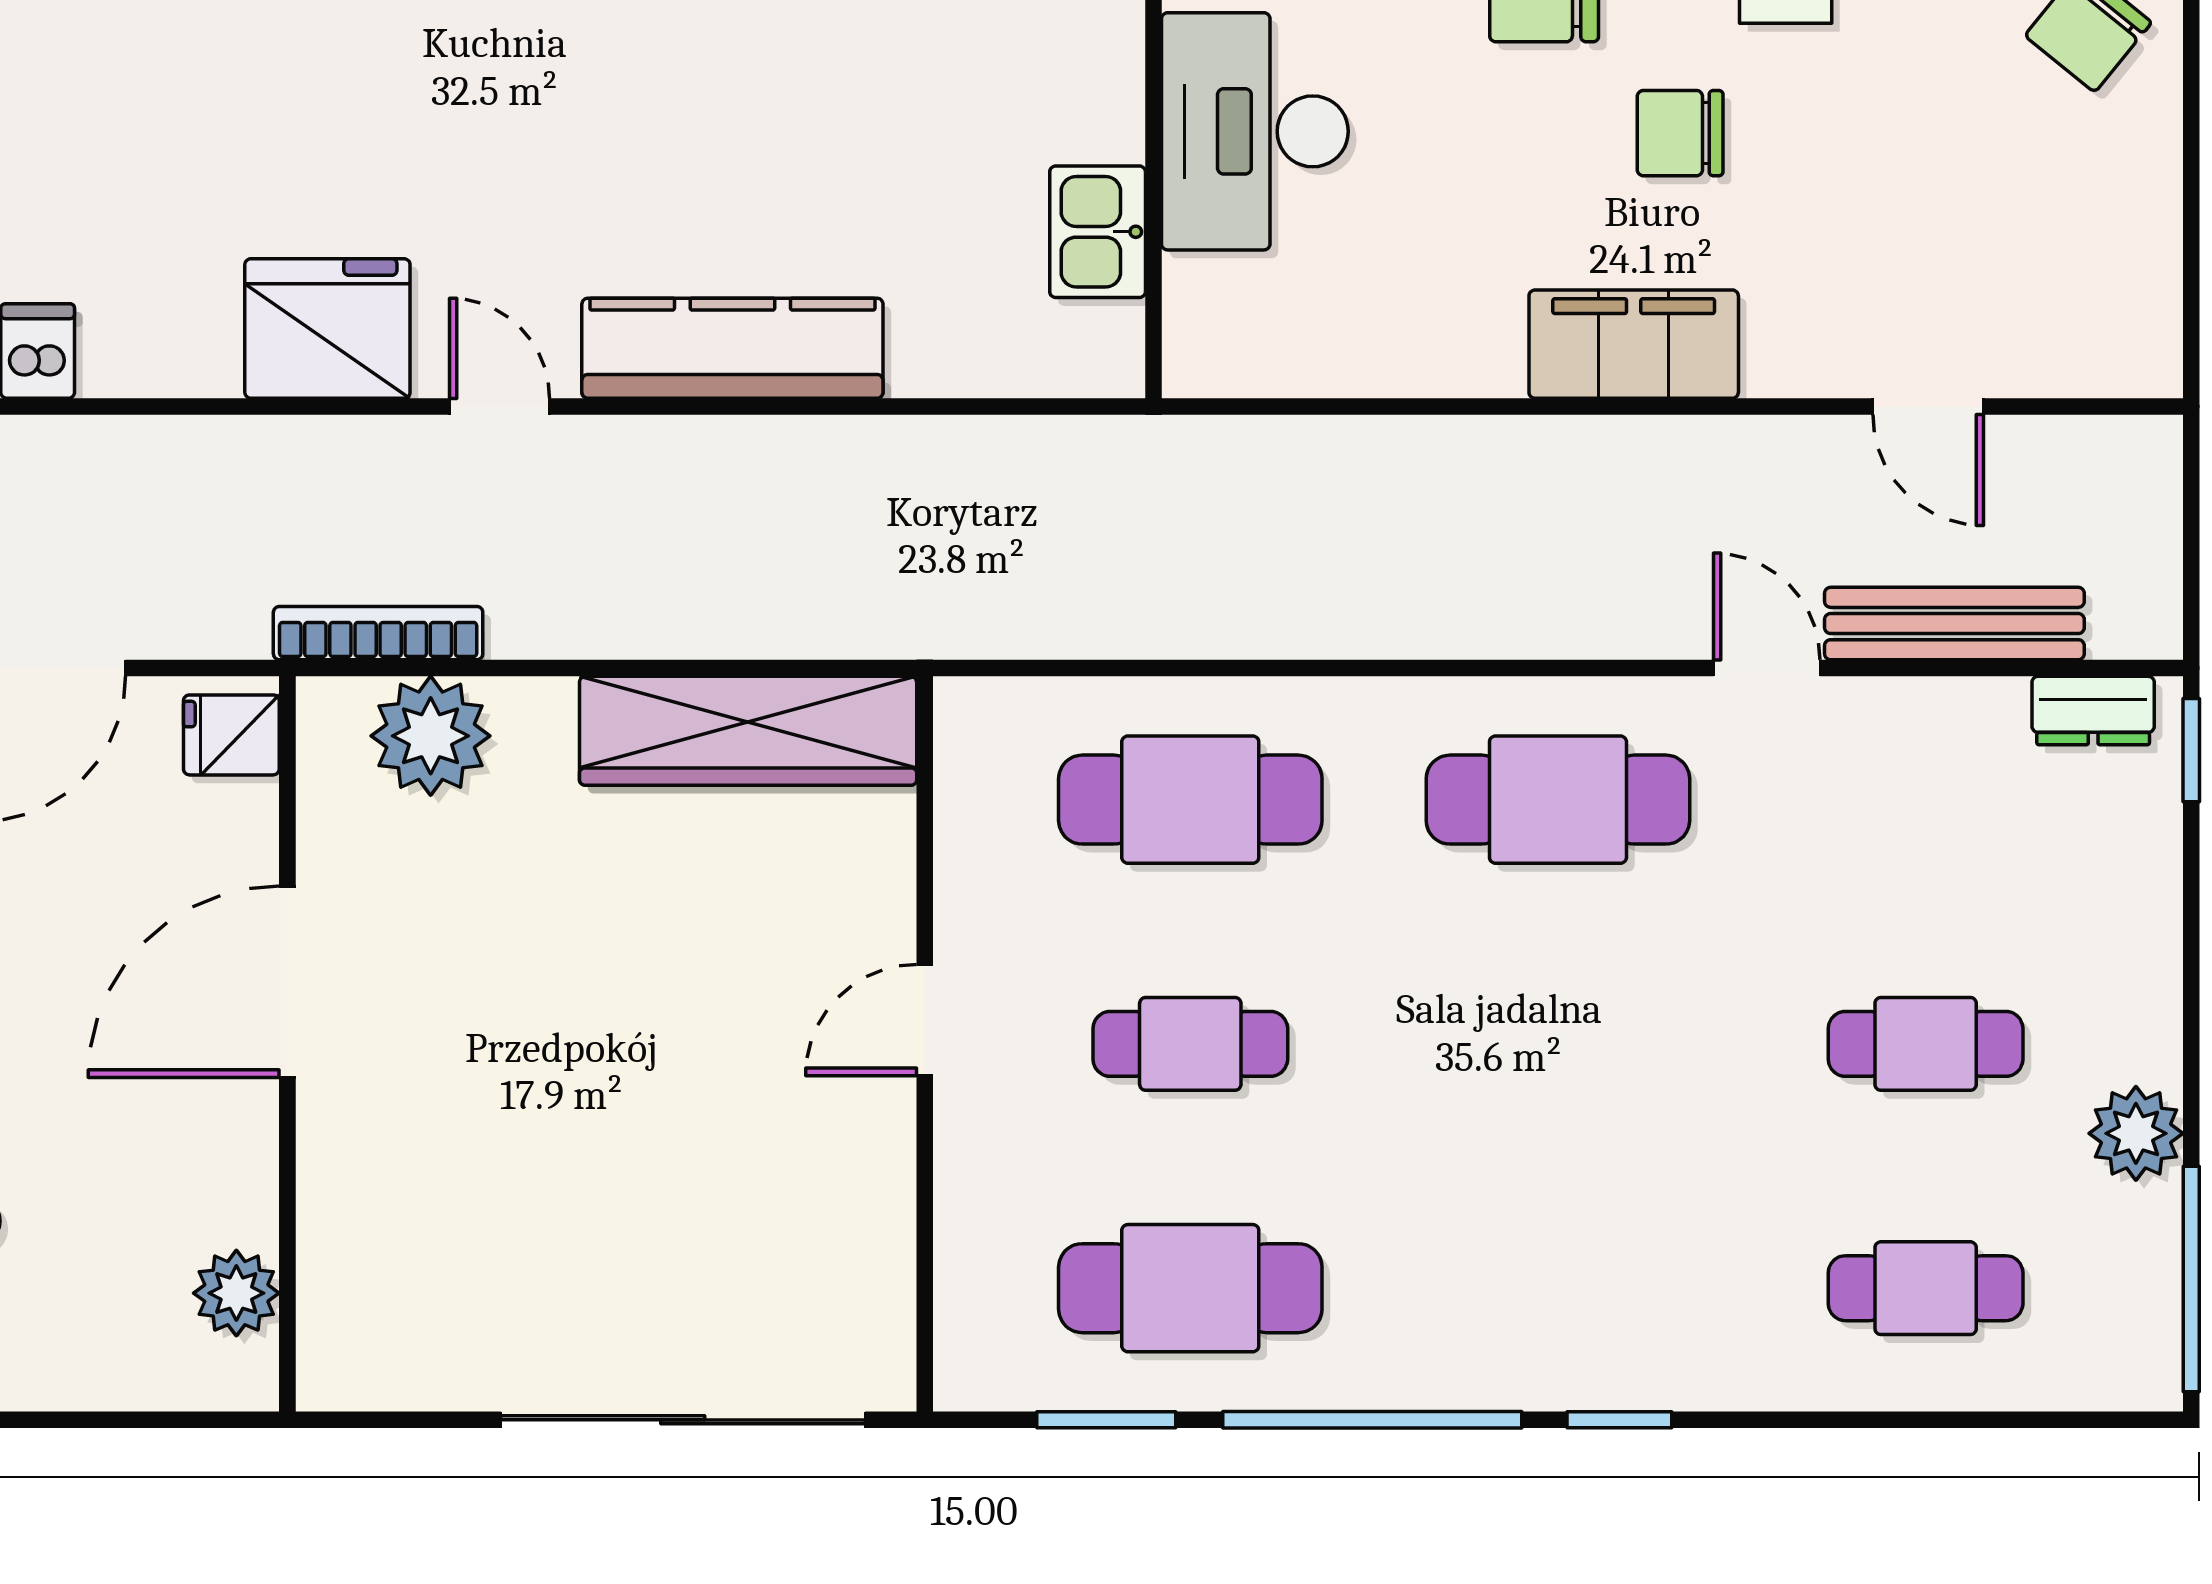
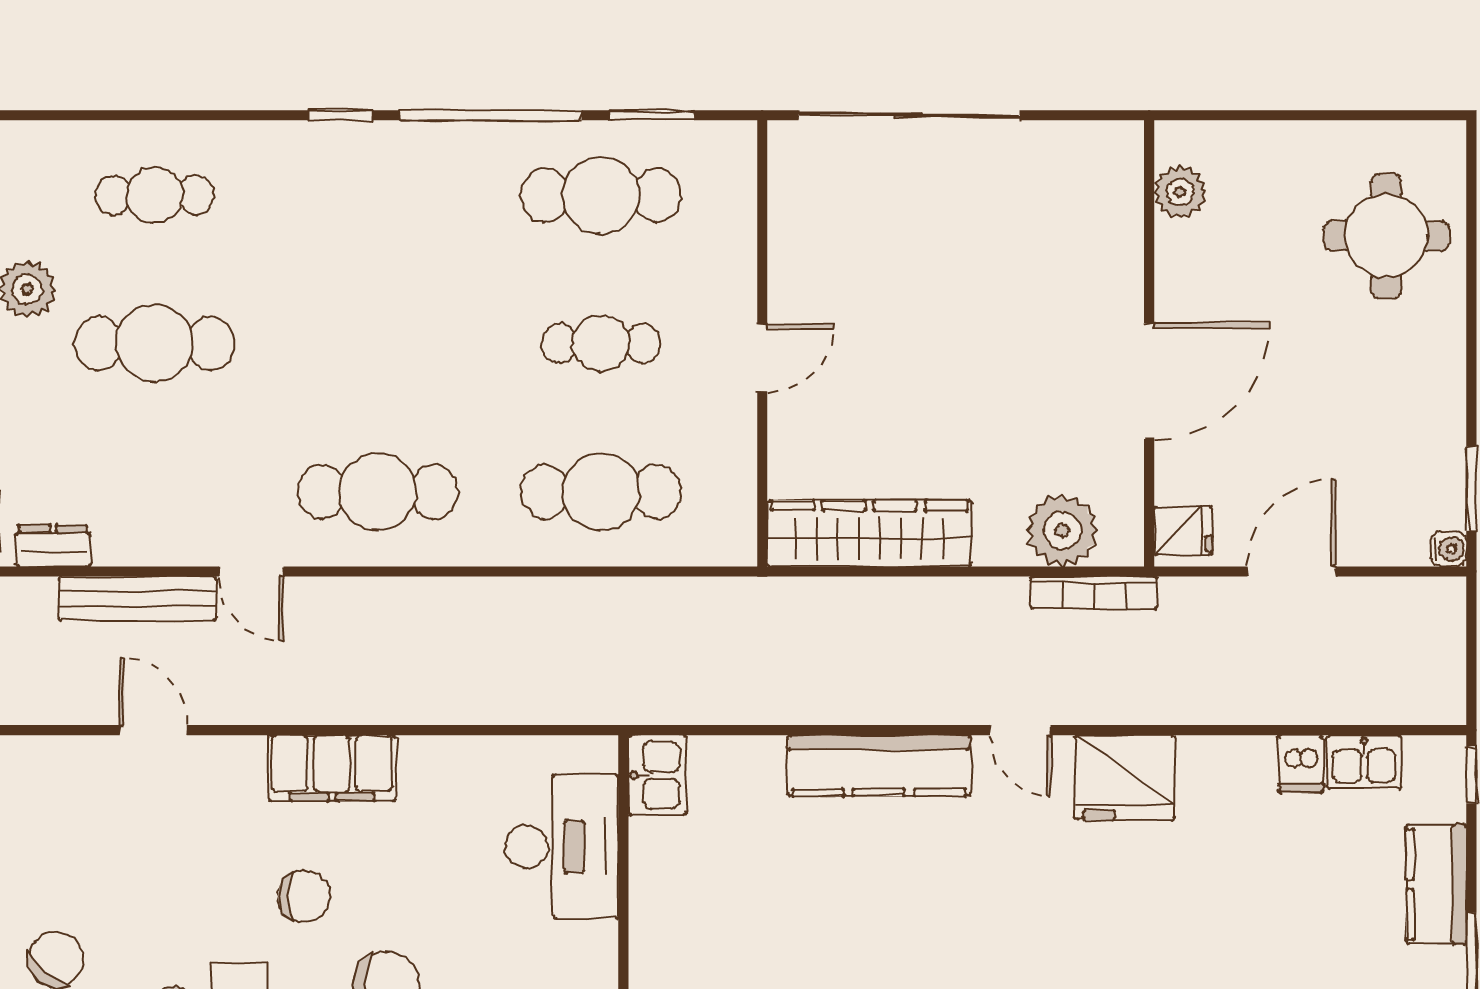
desk: (1255, 131) -> (562, 847), moved
kitchen sink: (1098, 232) -> (657, 775), moved
cafe table: (1926, 1044) -> (155, 343), width x1.37, depth x1.35

